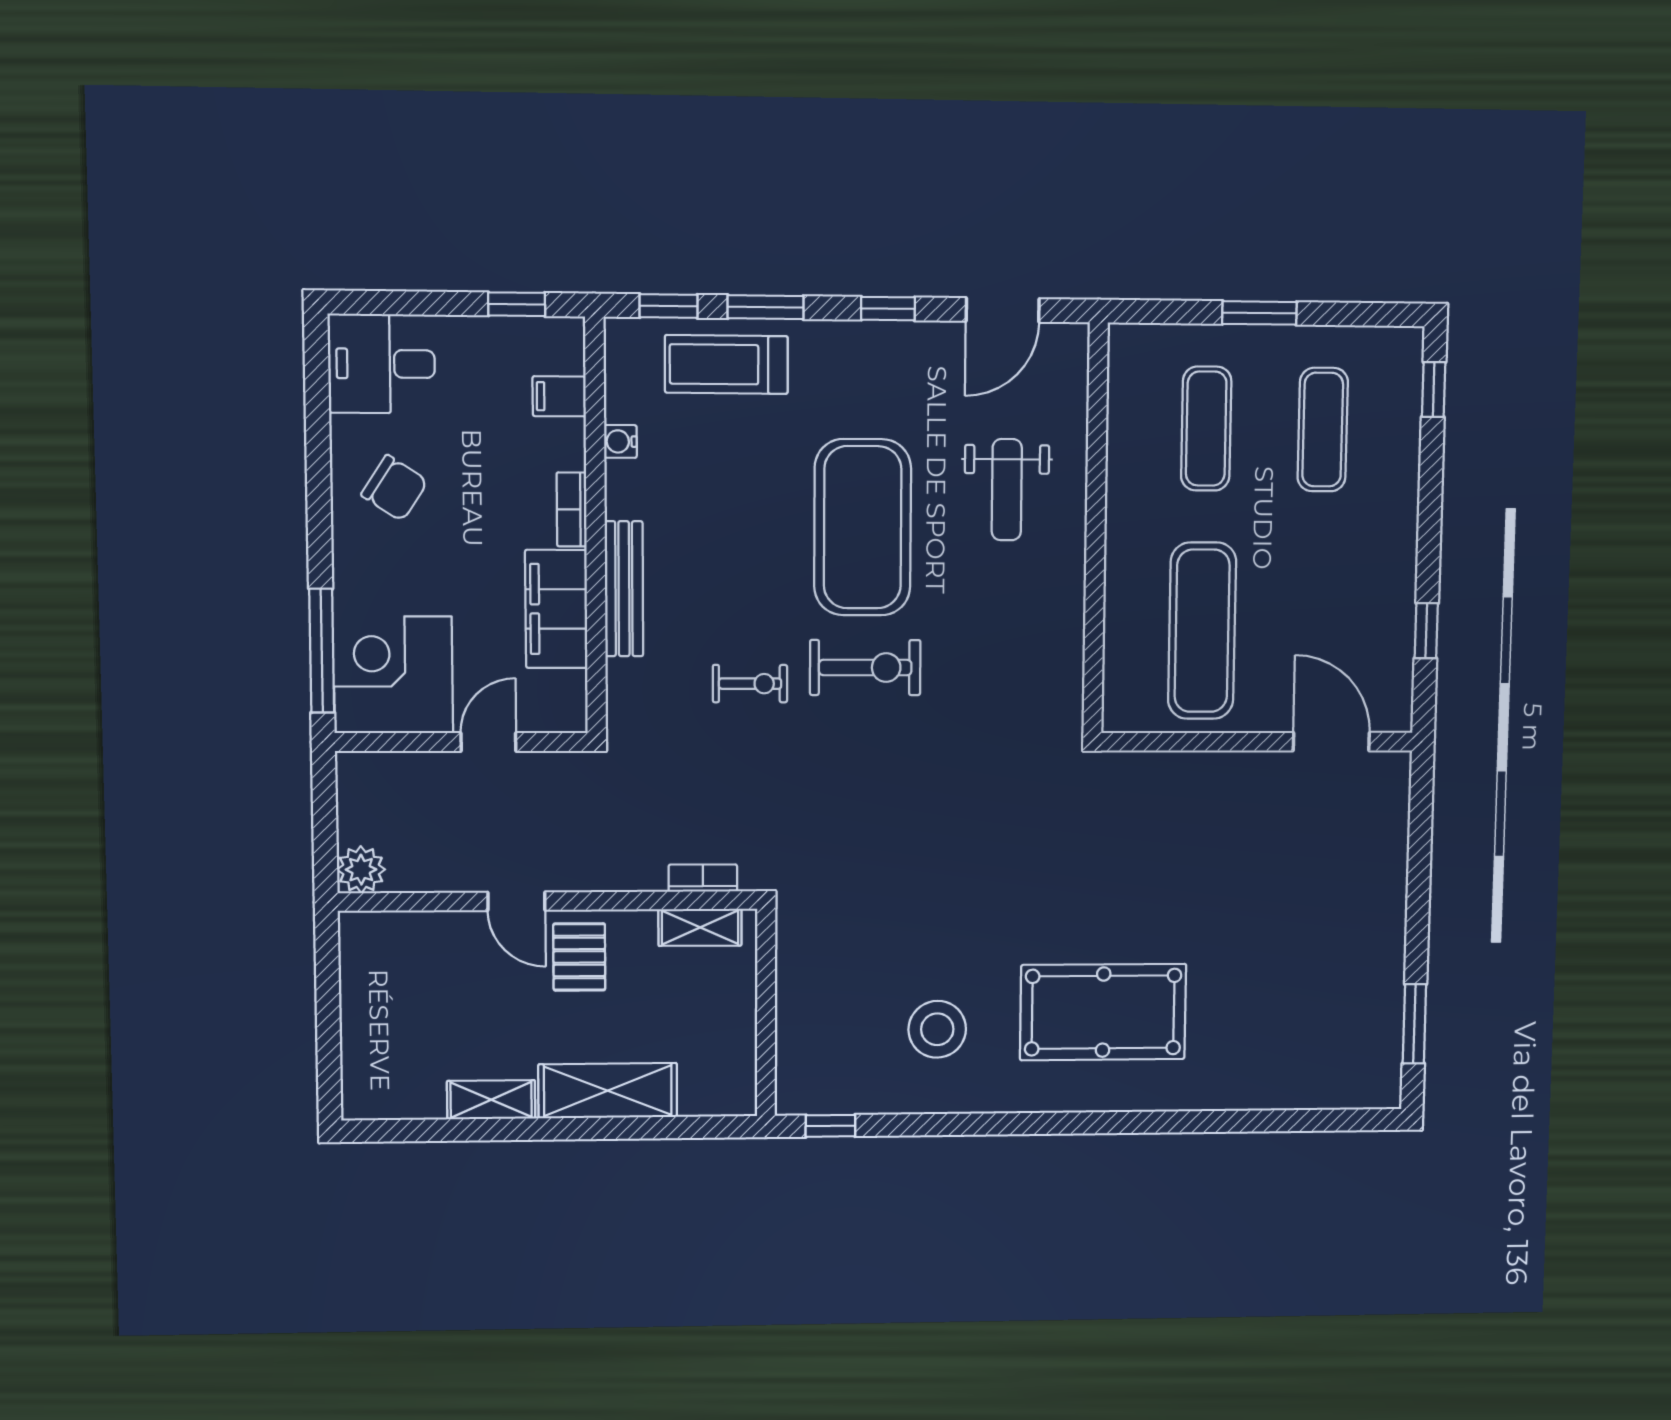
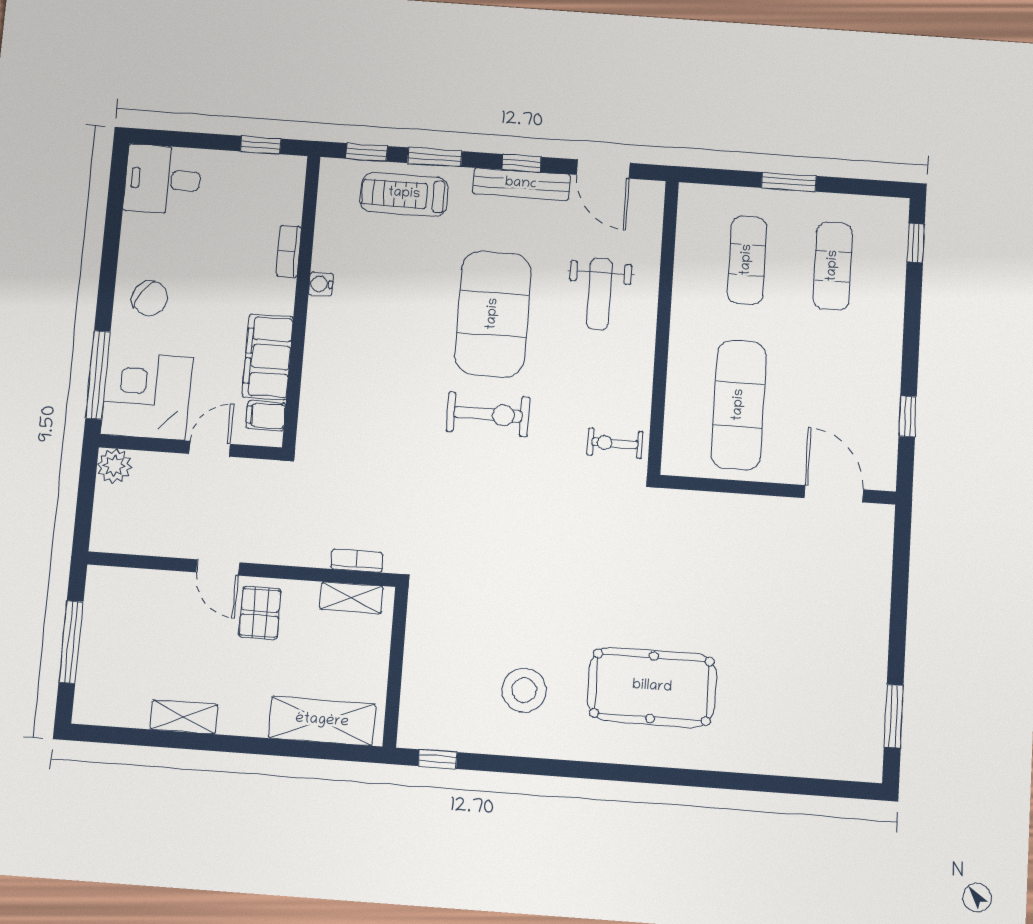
door: (1003, 310) -> (603, 169), hinge flipped
filing cabinet: (559, 396) -> (266, 416), moved
water cooler: (620, 441) -> (321, 284), moved
chair: (395, 488) -> (150, 298), moved
bookcase: (572, 509) -> (289, 251), moved
bench: (624, 589) -> (521, 184), moved, turned 90
exercise bike: (750, 684) -> (615, 443), moved, turned 180
plant: (361, 870) -> (114, 466), moved
window: (328, 1015) -> (71, 642), added
shelving: (608, 1091) -> (322, 721), moved

